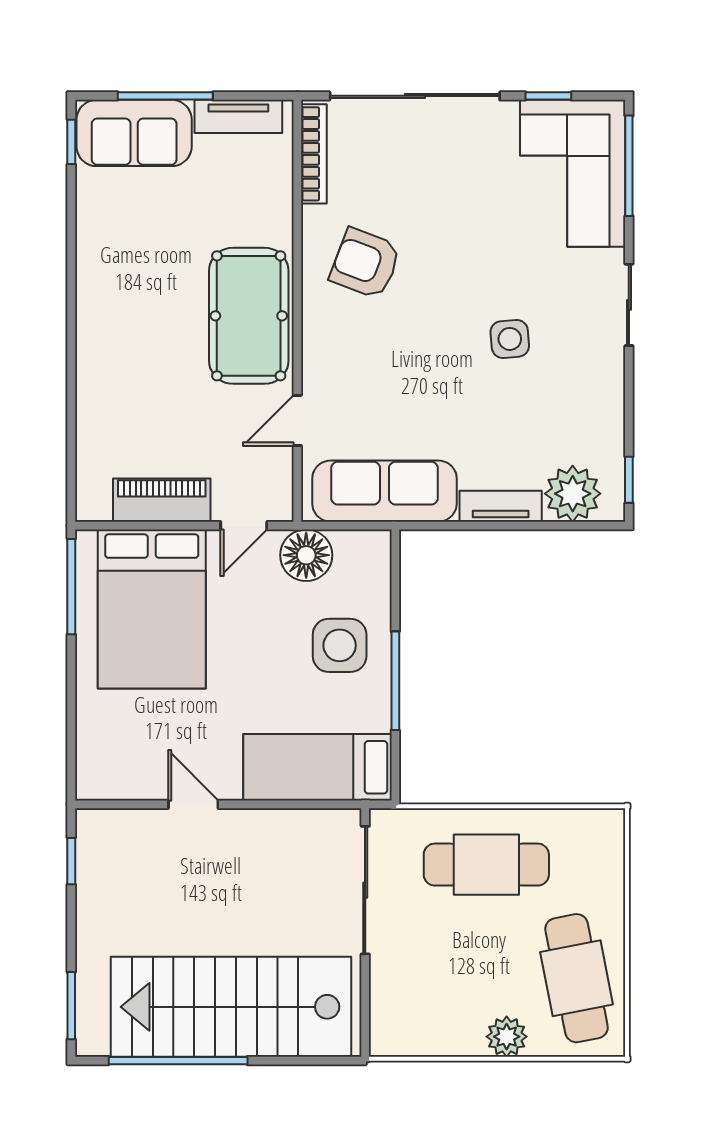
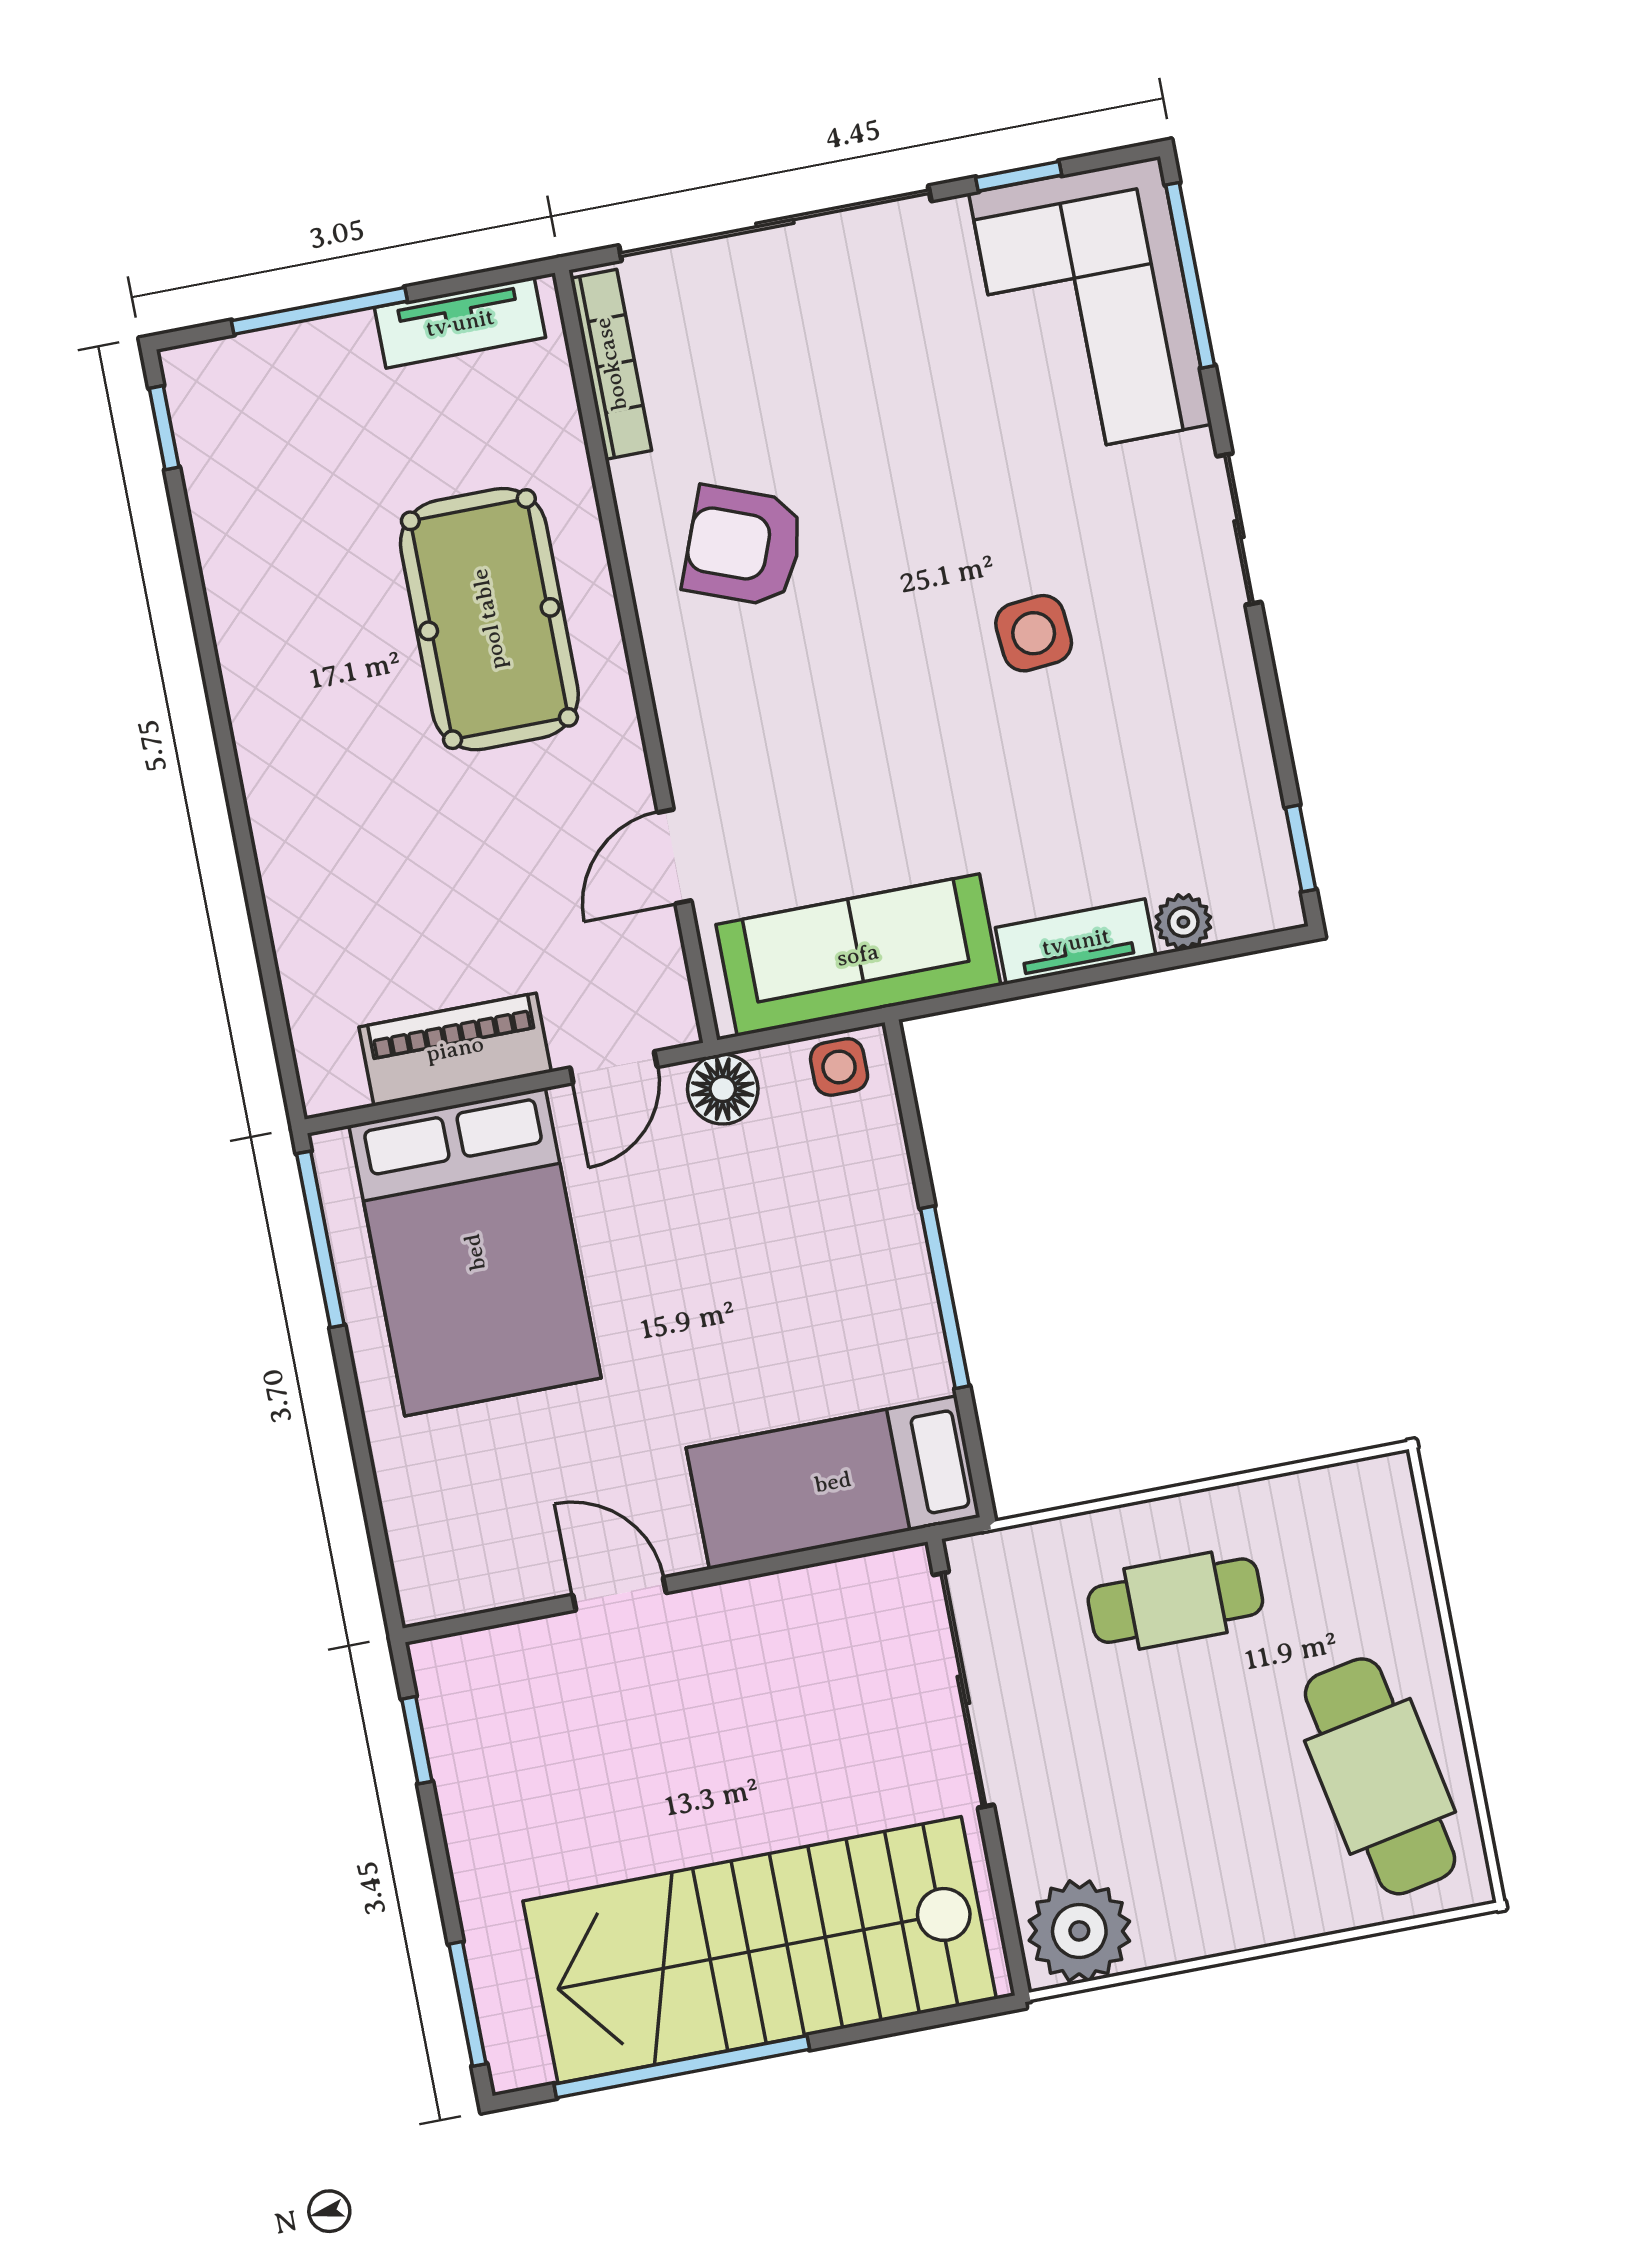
sofa: (134, 133) -> (276, 389), removed
pool table: (249, 316) -> (489, 619), moved
plant: (573, 494) -> (1183, 922), width x0.53, depth x0.53
floor lamp: (306, 555) -> (723, 1089), width x0.73, depth x0.73
side table: (340, 645) -> (839, 1067), moved, width x0.54, depth x0.54
cafe table: (486, 865) -> (1175, 1601), width x0.73, depth x0.74
plant: (507, 1037) -> (1079, 1931), moved, width x1.36, depth x1.36

